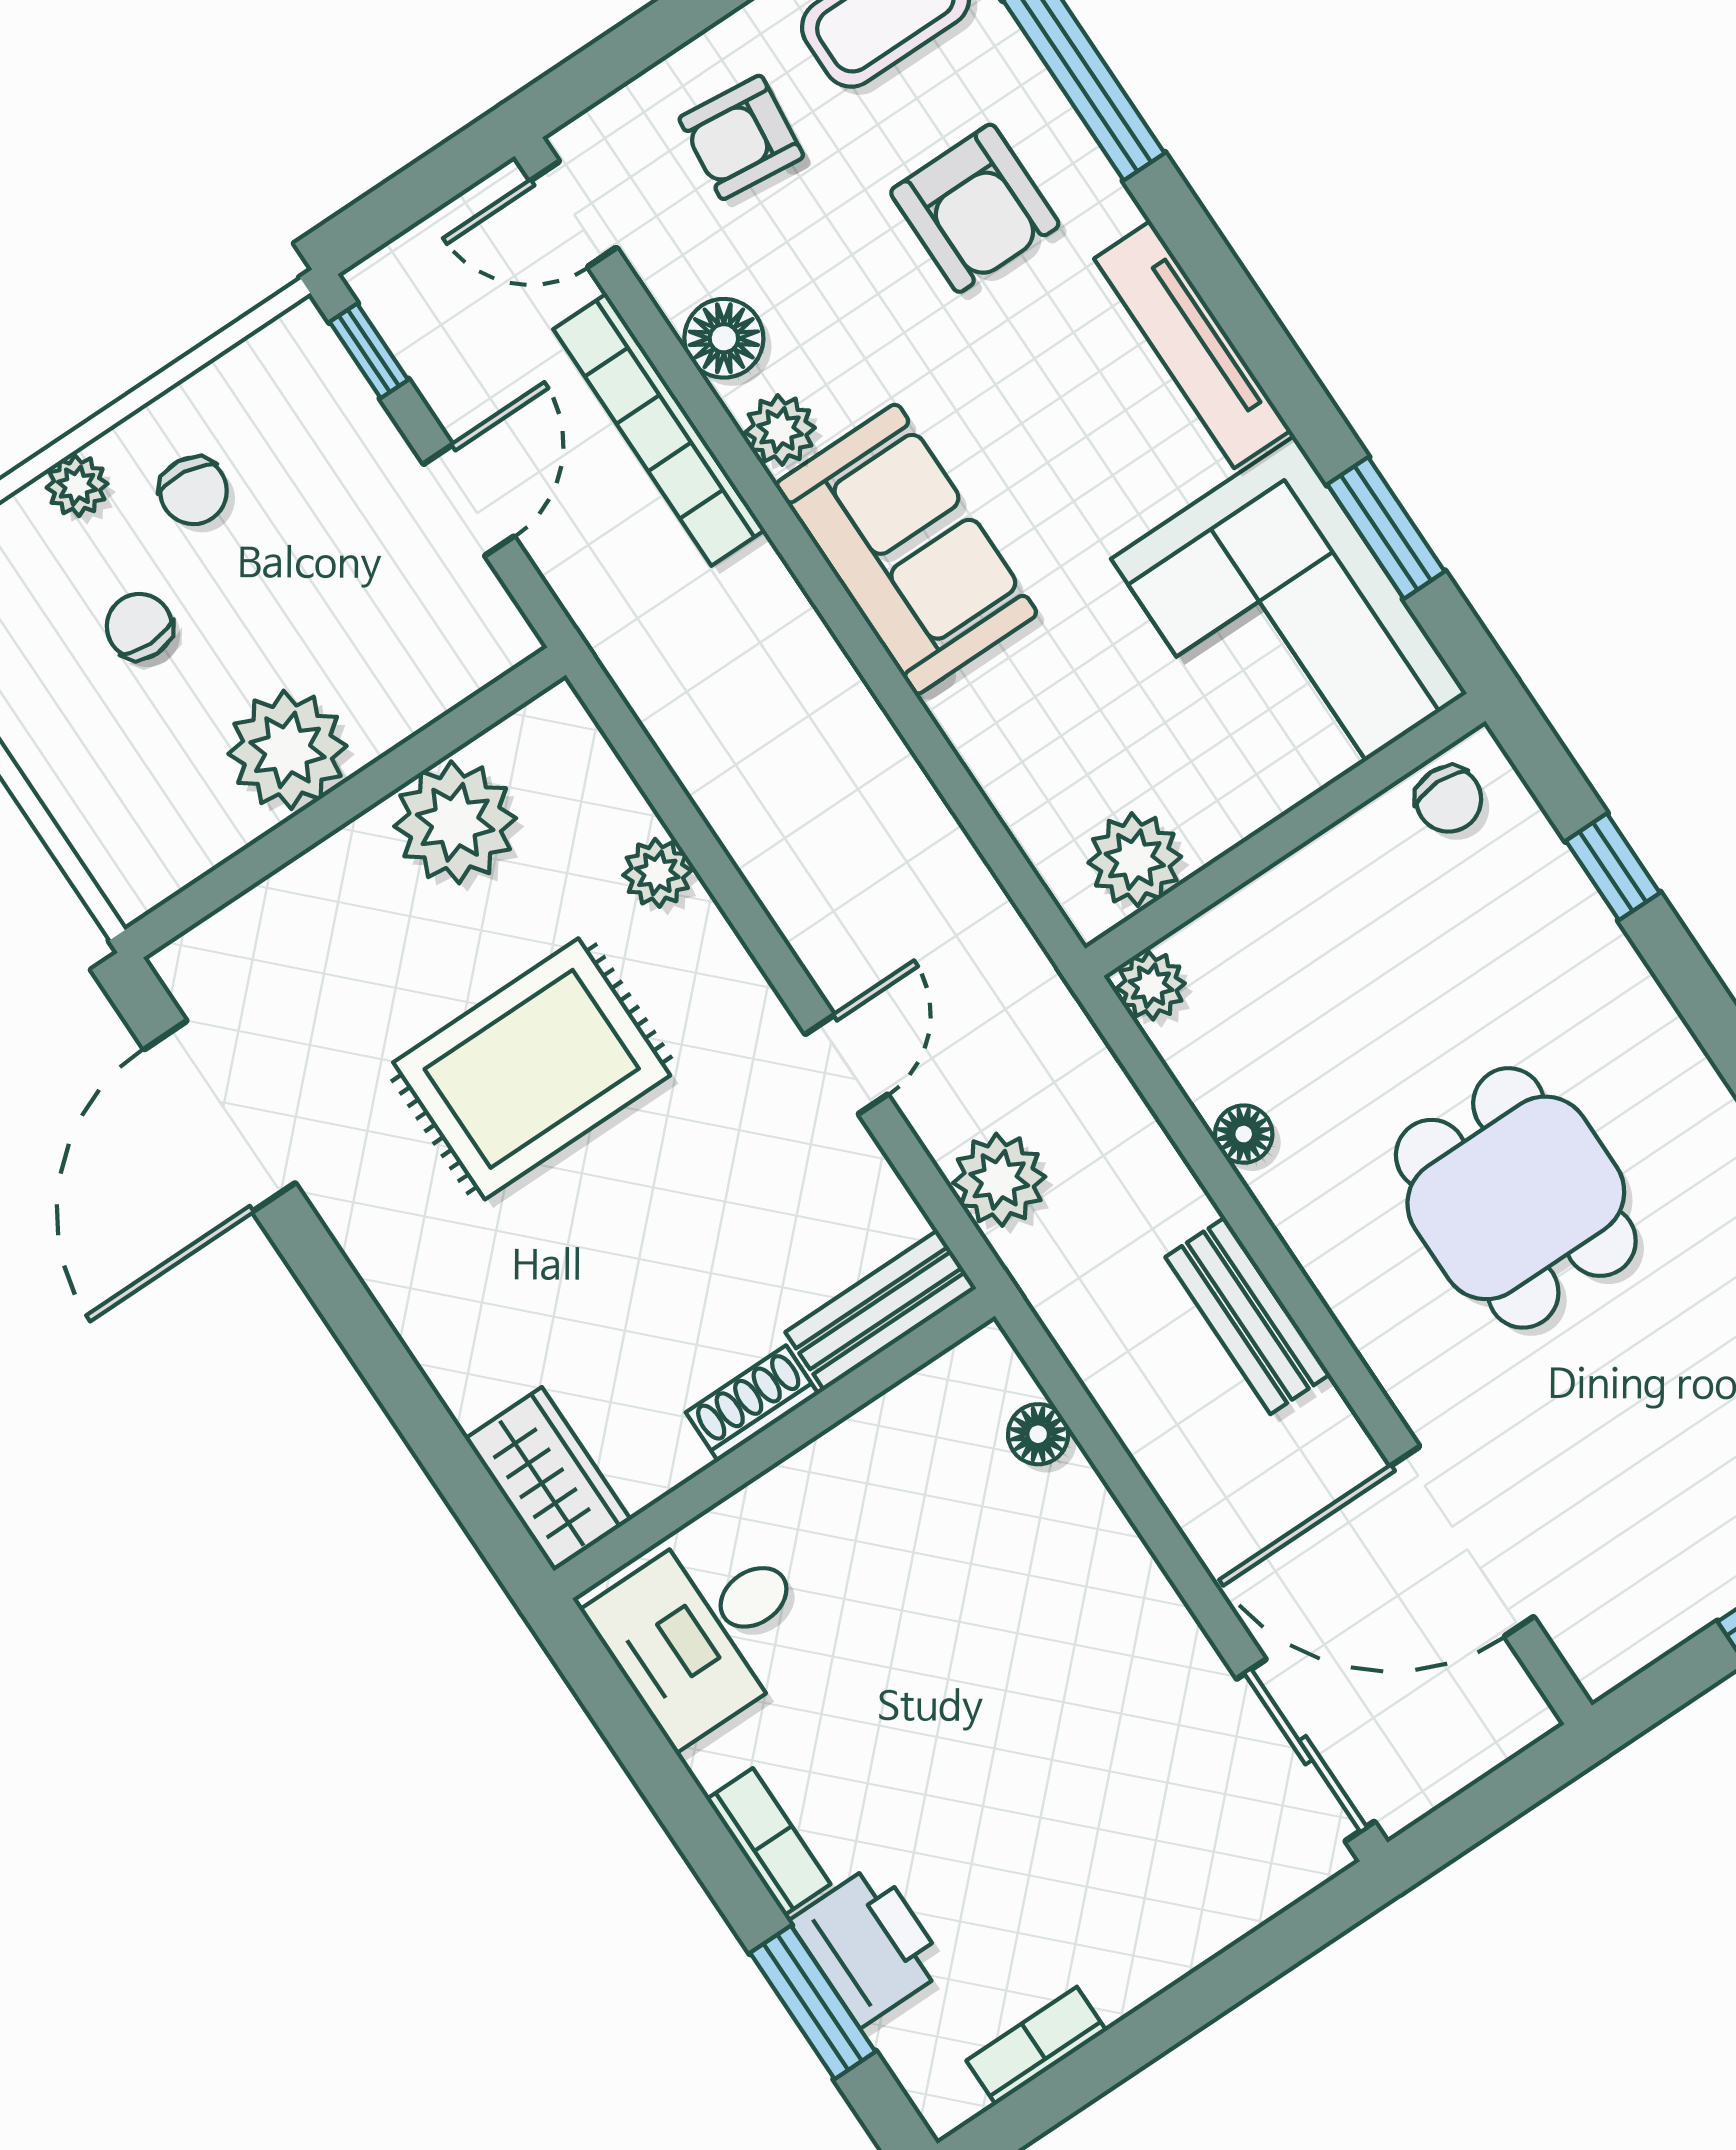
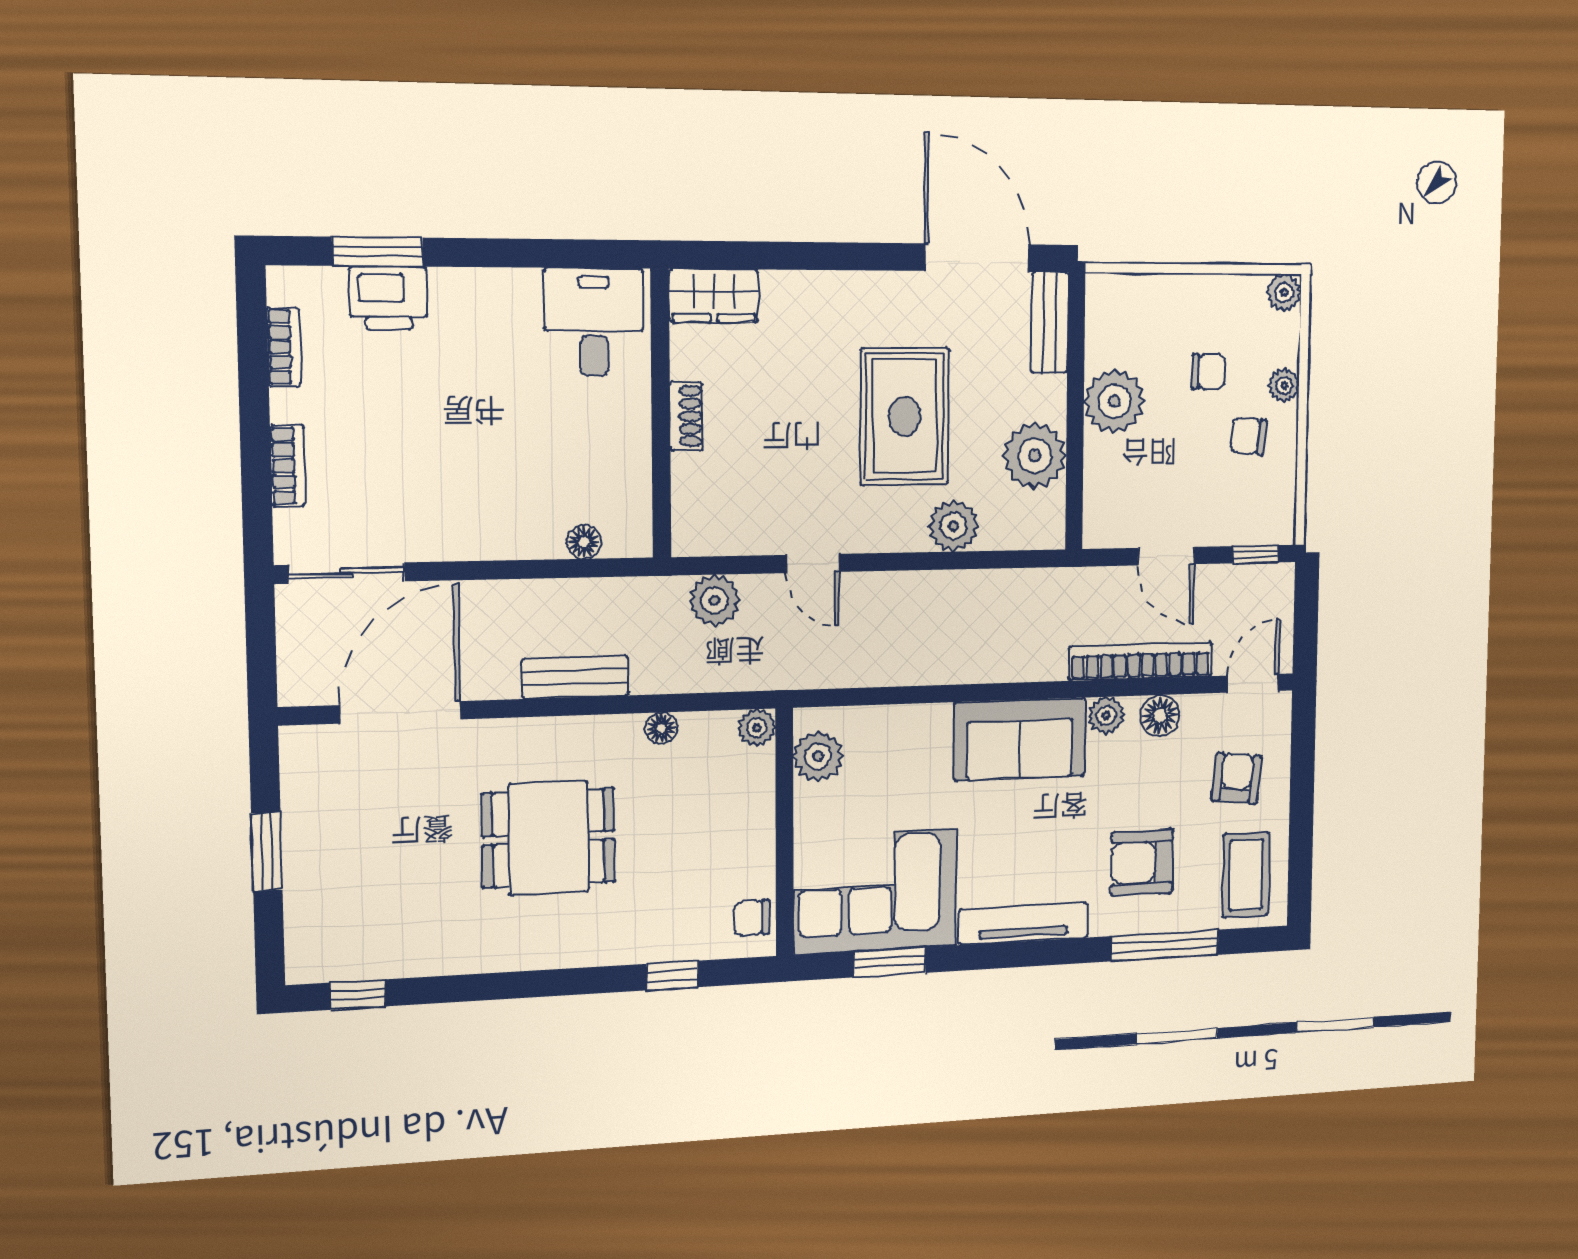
plant: (657, 873) -> (953, 526), width x1.38, depth x1.38
bench: (881, 1310) -> (1050, 323), moved
bookcase: (768, 1842) -> (288, 466), moved, turned -90

